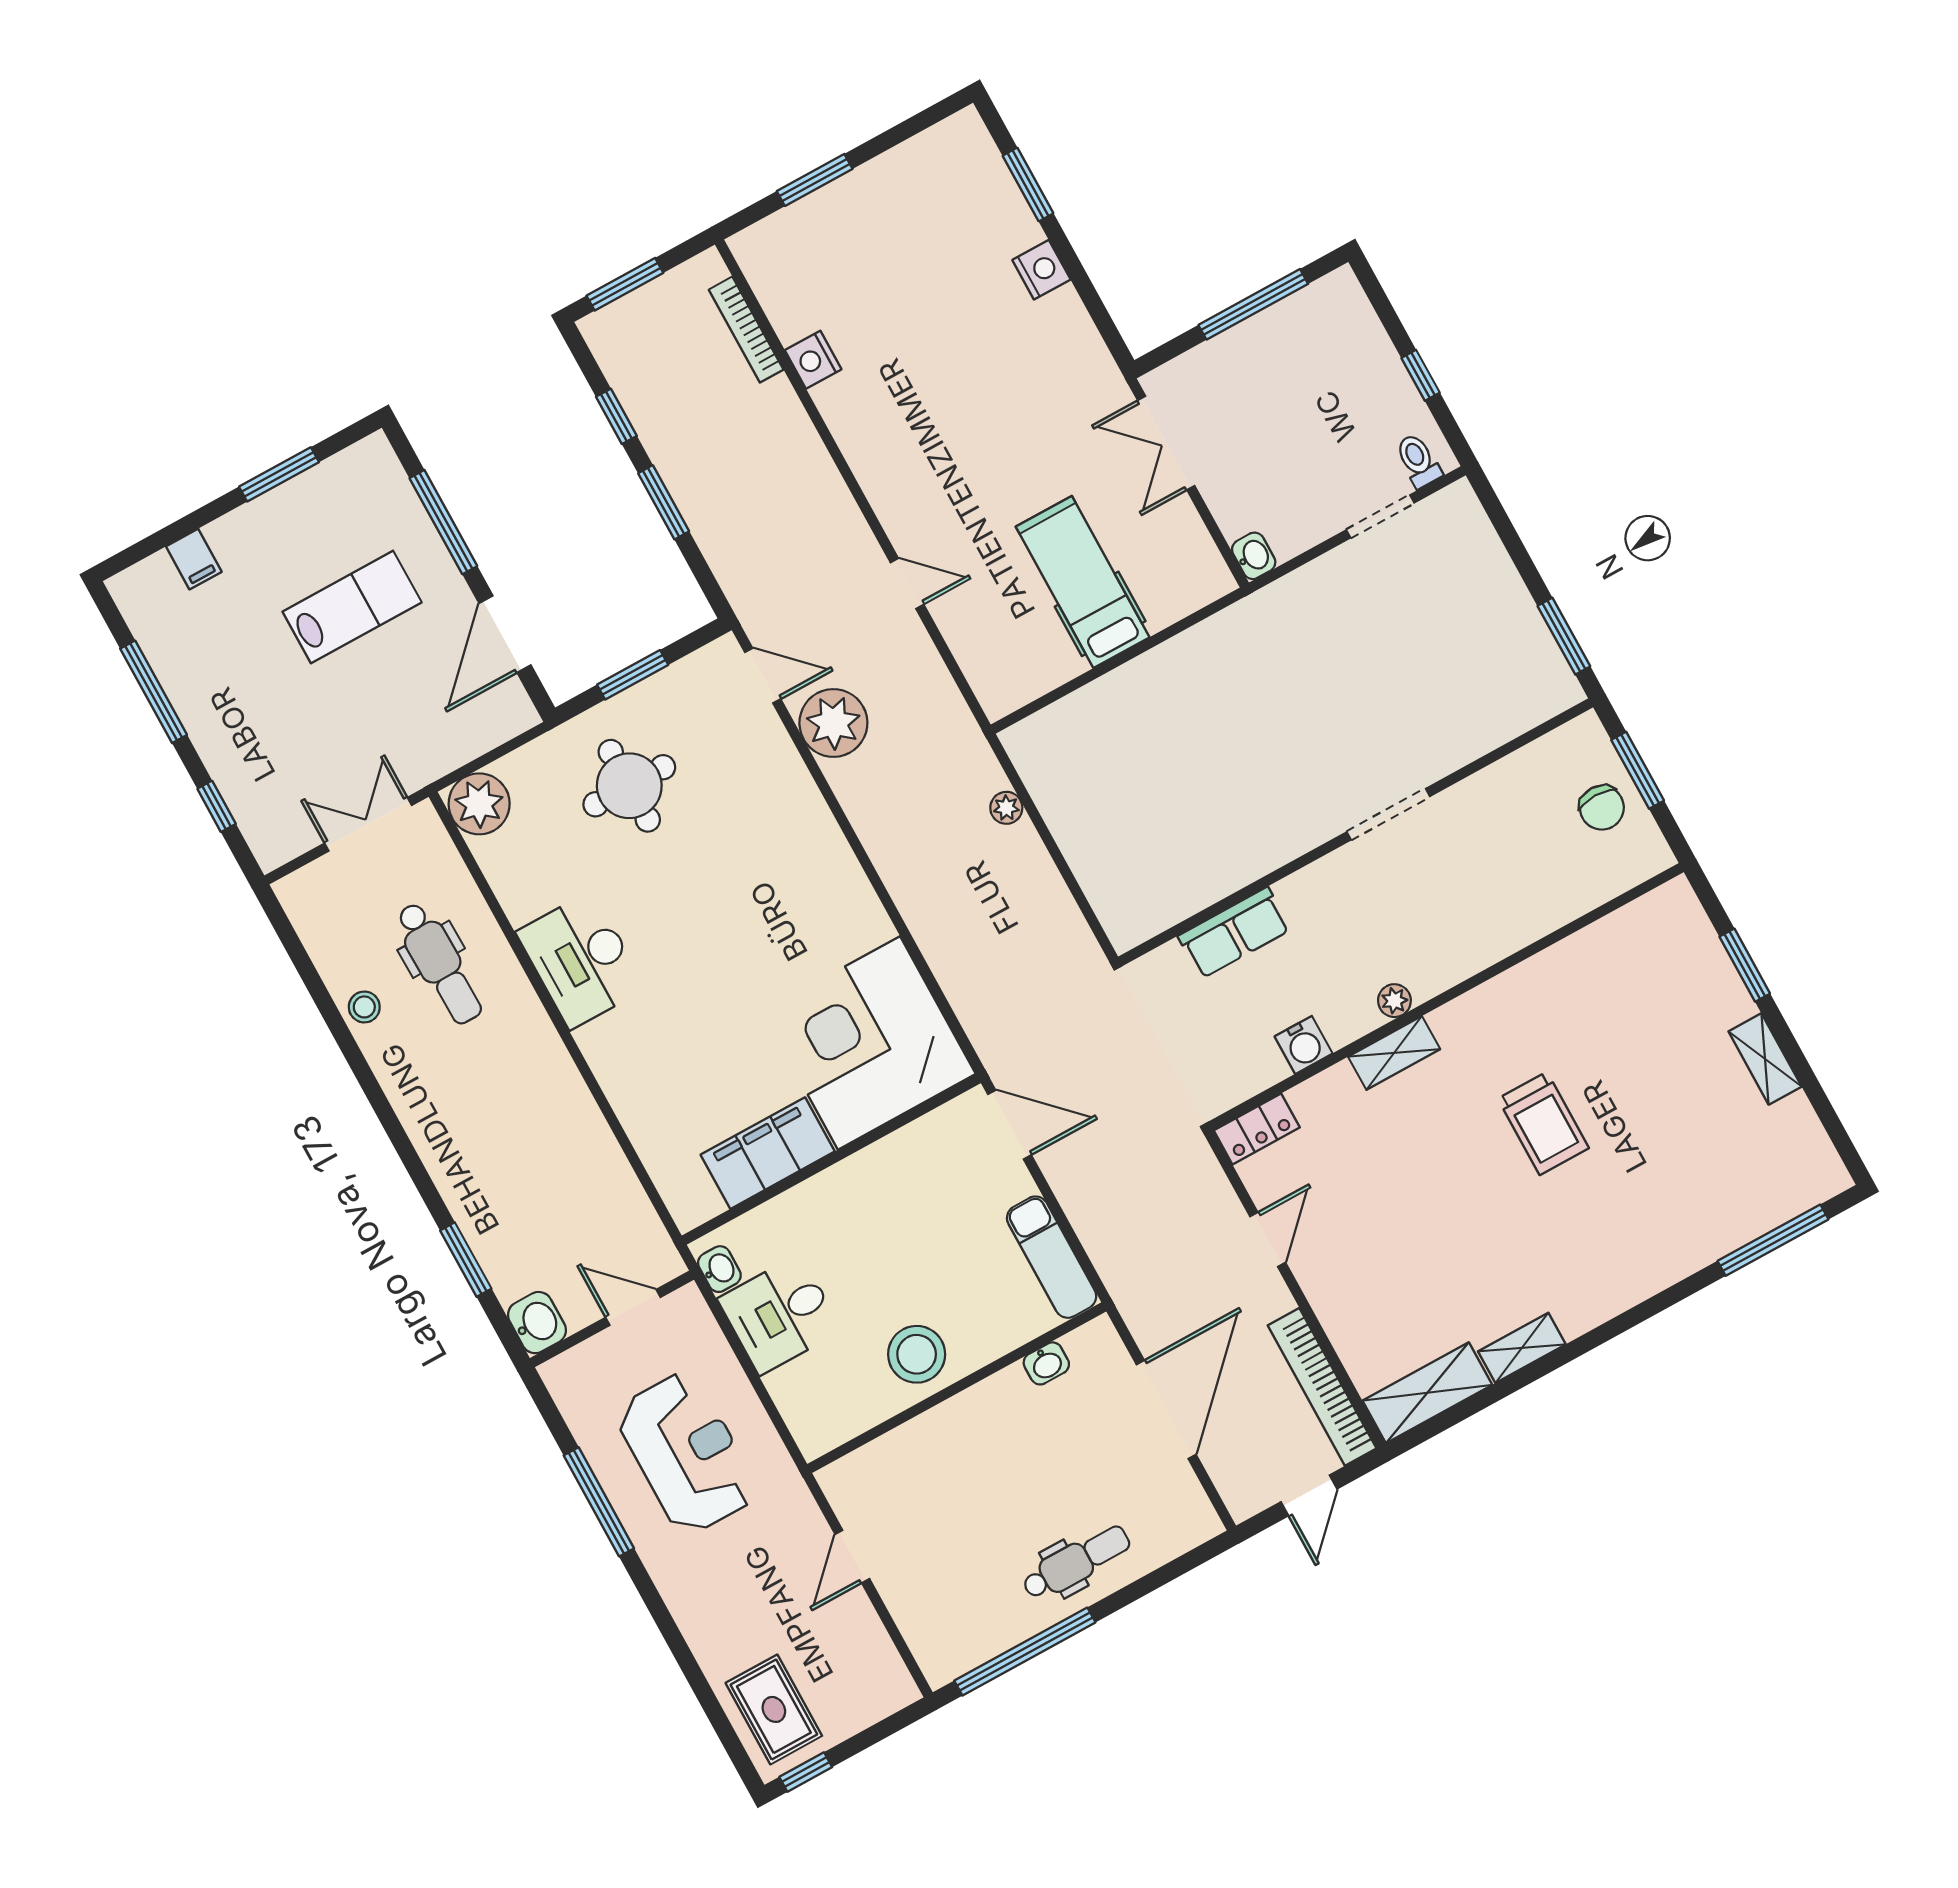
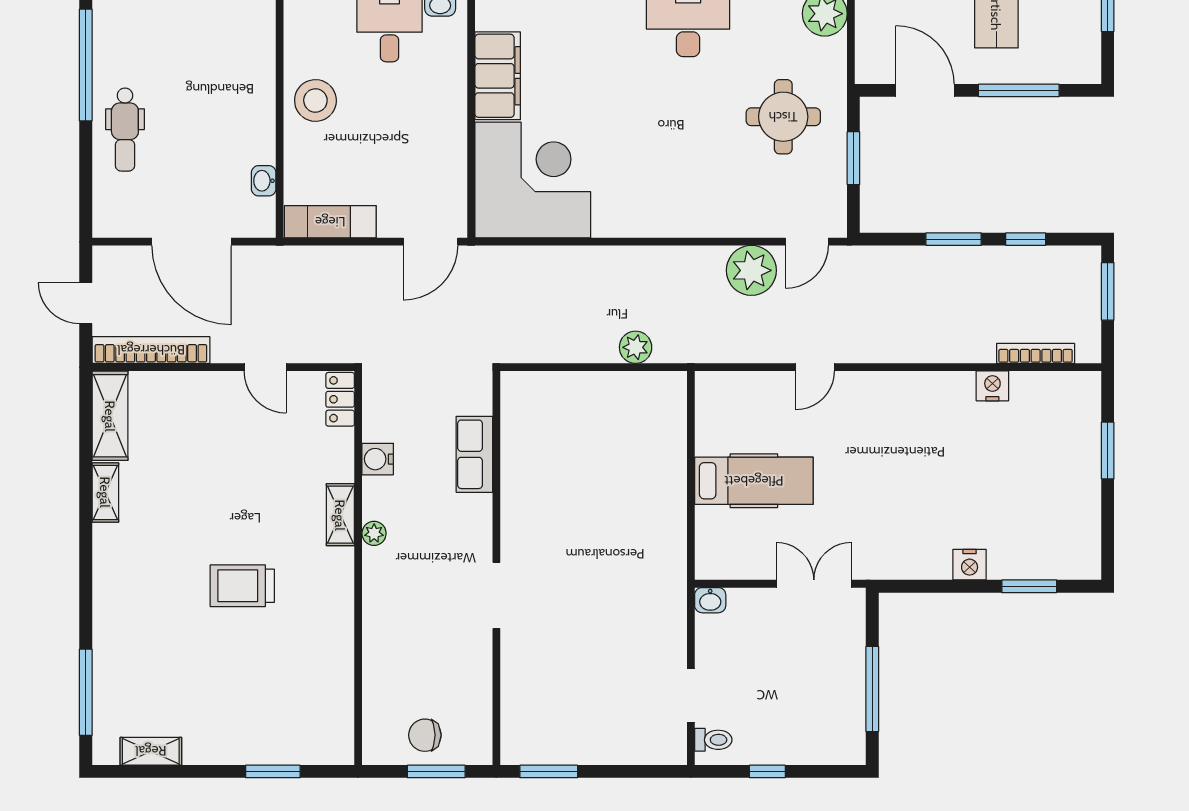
plant: (1006, 808) -> (636, 347), width x1.38, depth x1.38
shelving: (1765, 1059) -> (151, 751), moved

